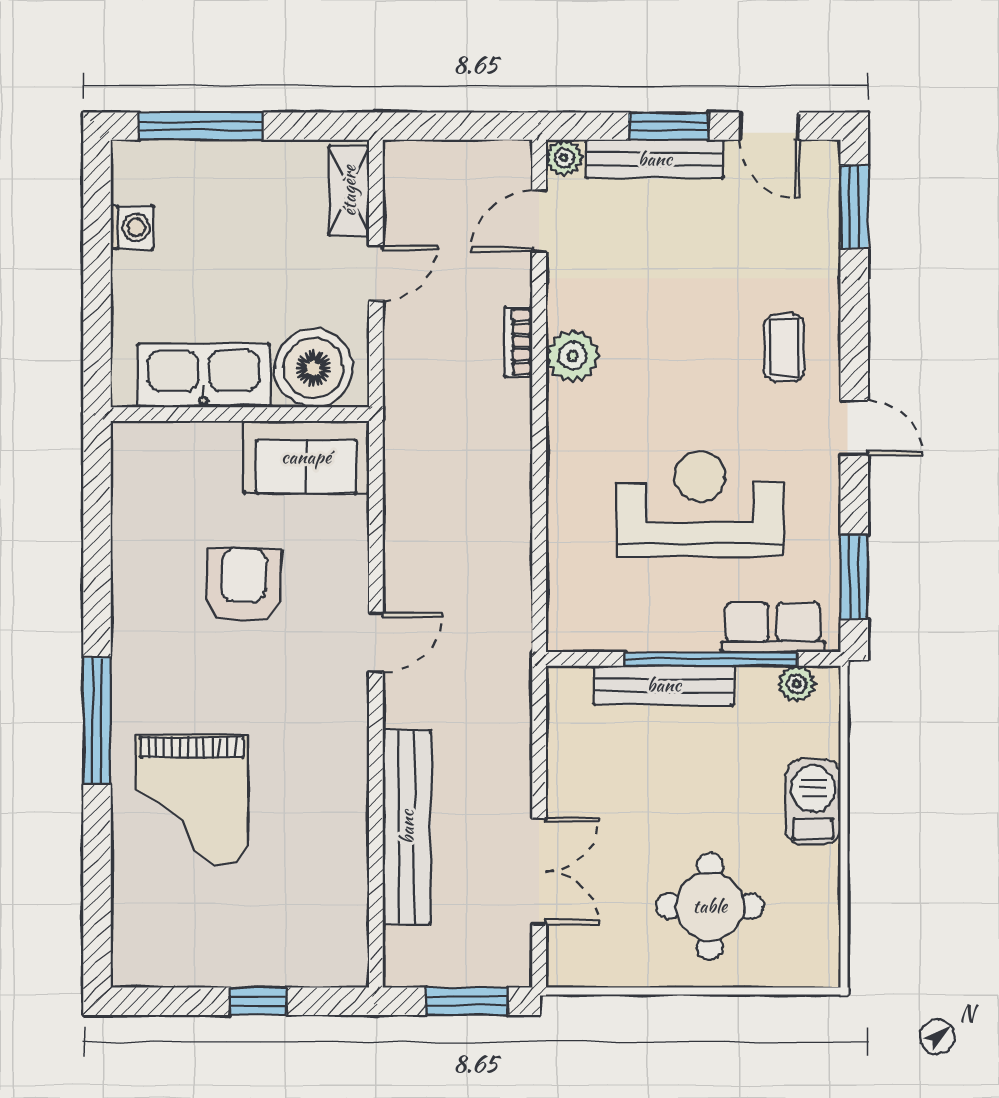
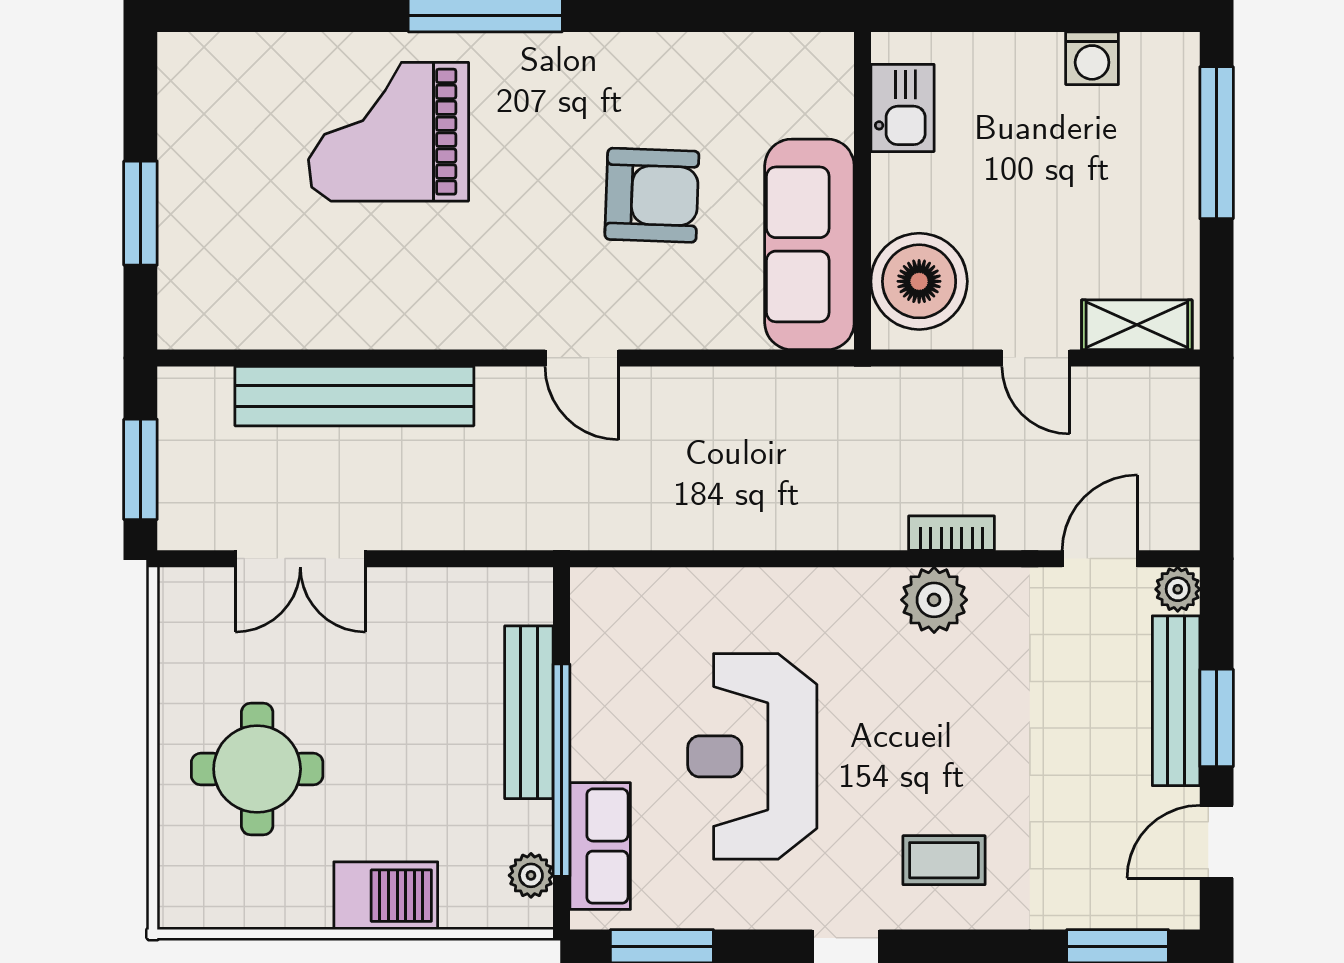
door: (539, 221) -> (1100, 559), hinge flipped
kitchen sink: (204, 375) -> (902, 108), width x0.53, depth x0.81
sofa: (306, 457) -> (809, 244), width x1.36
reception desk: (700, 504) -> (752, 756), turned 180
window: (258, 1001) -> (140, 213), width x1.50

